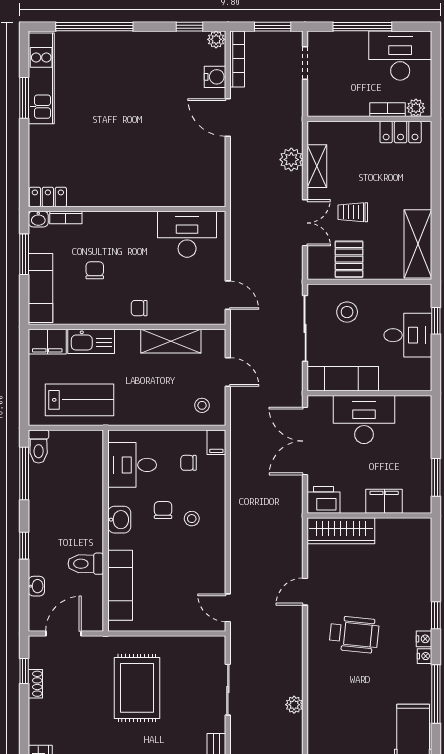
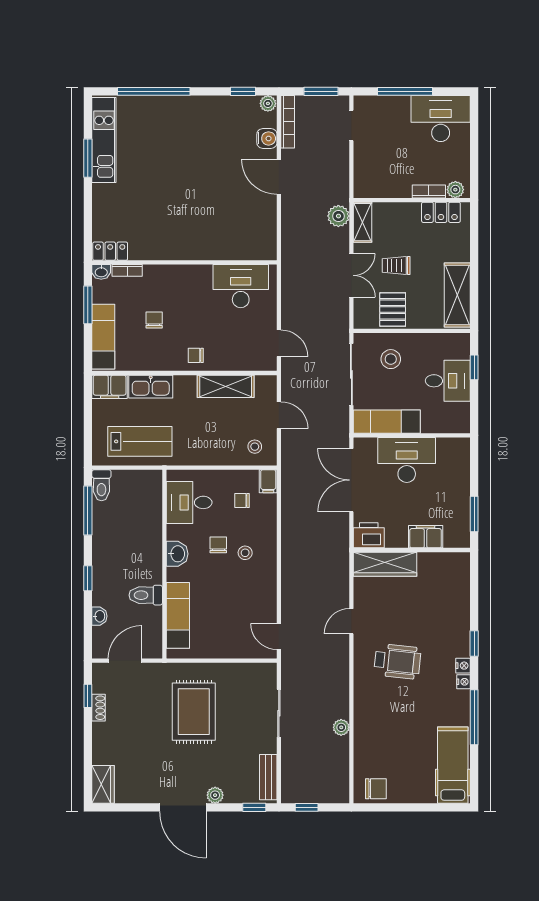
plant: (416, 108) -> (455, 190), moved
bookcase: (388, 110) -> (429, 191), moved
wall: (369, 119) -> (412, 200), moved
locker: (401, 132) -> (441, 212), moved

